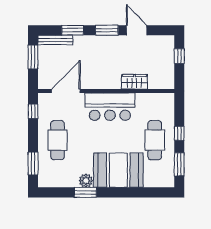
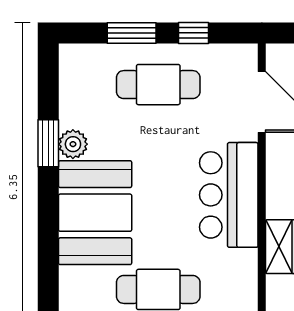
window: (33, 111) -> (194, 33), moved
window: (33, 164) -> (132, 33), moved

